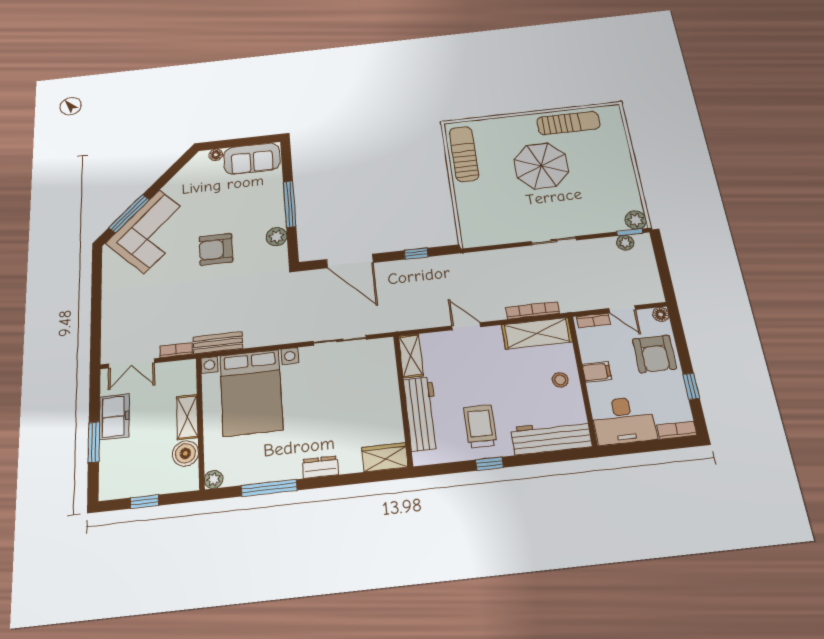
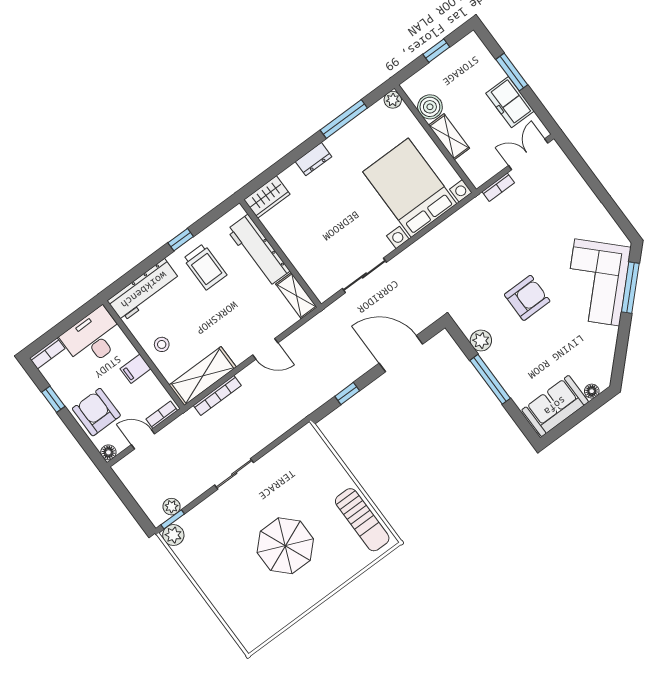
sun lounger: (568, 123) -> (285, 607), removed
bench: (218, 343) -> (467, 214), removed

